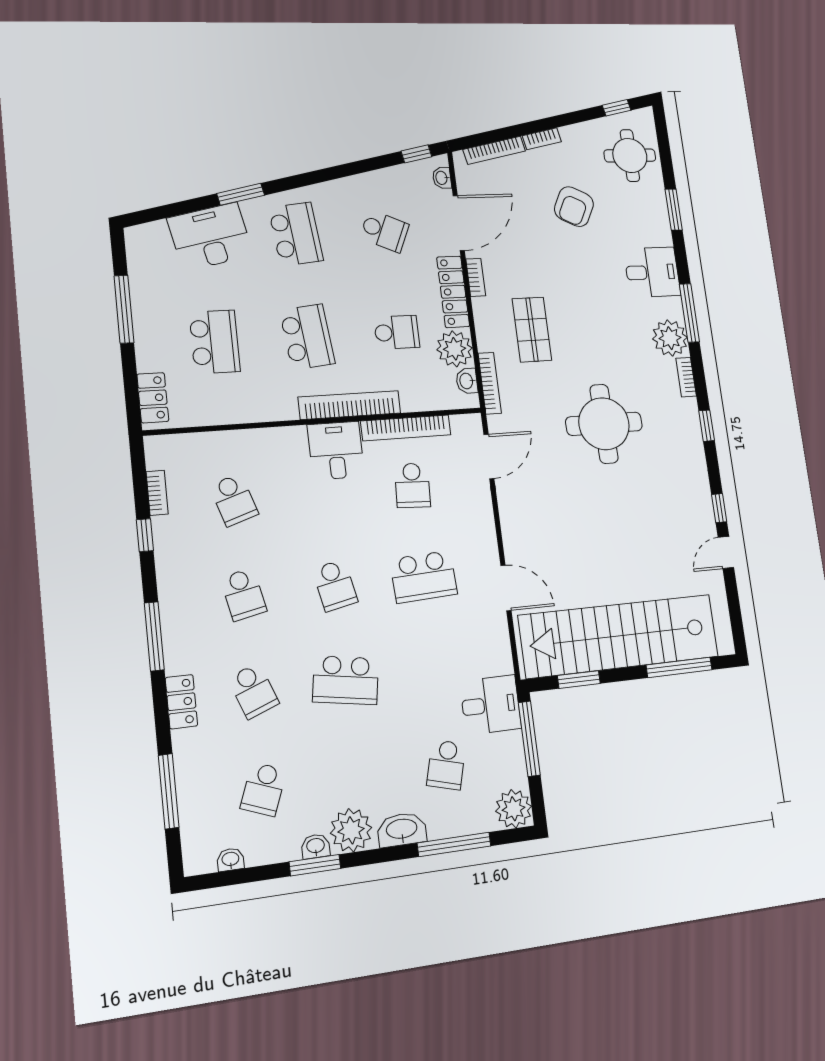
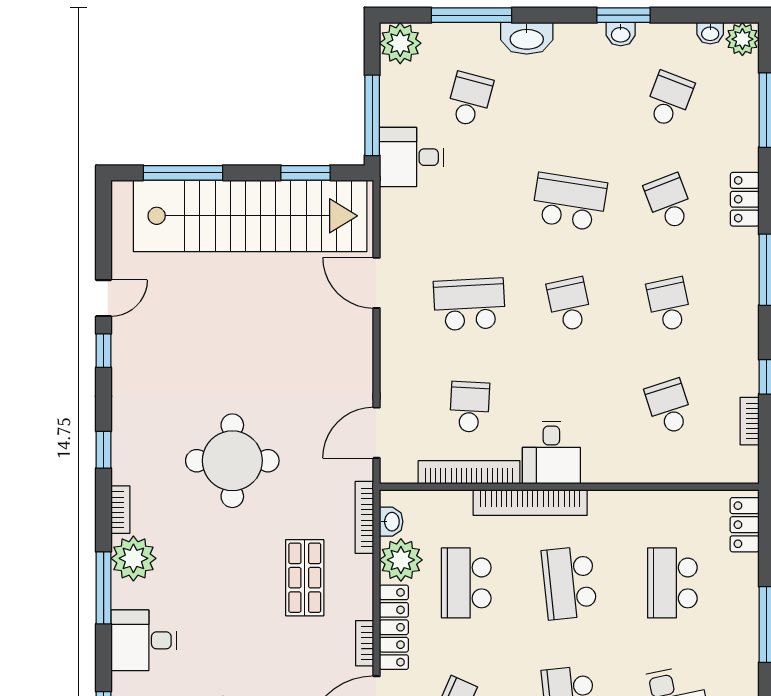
school desk: (397, 332) -> (466, 583), width x1.85
plant: (351, 830) -> (742, 39), moved, width x0.73, depth x0.73

